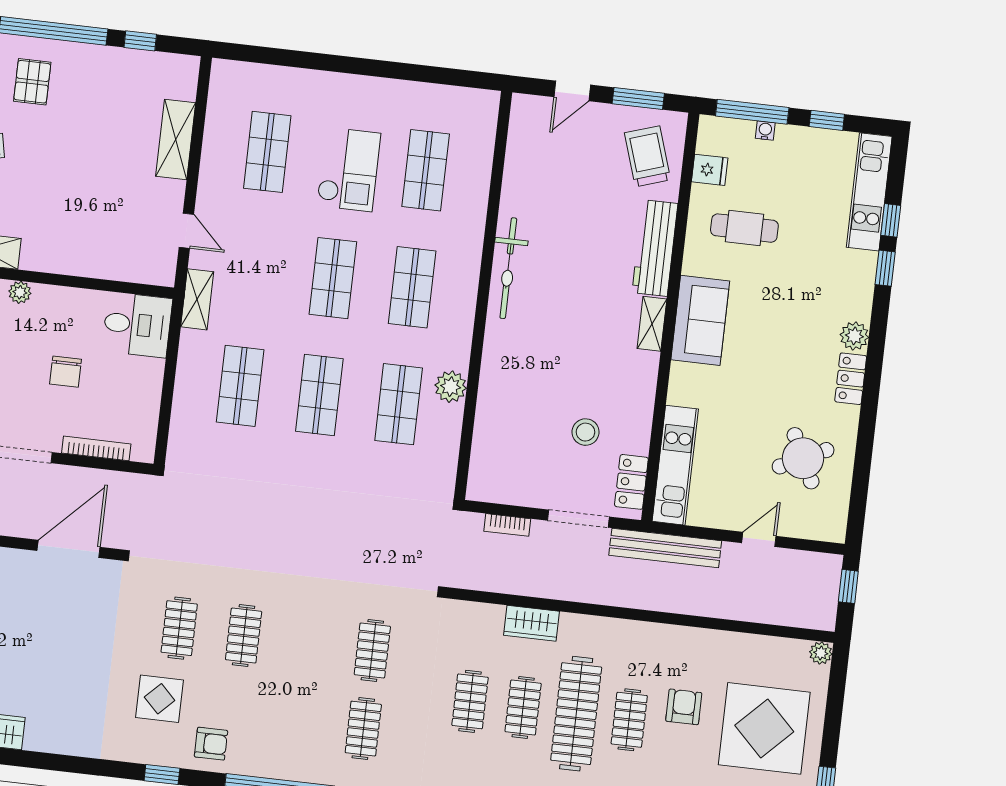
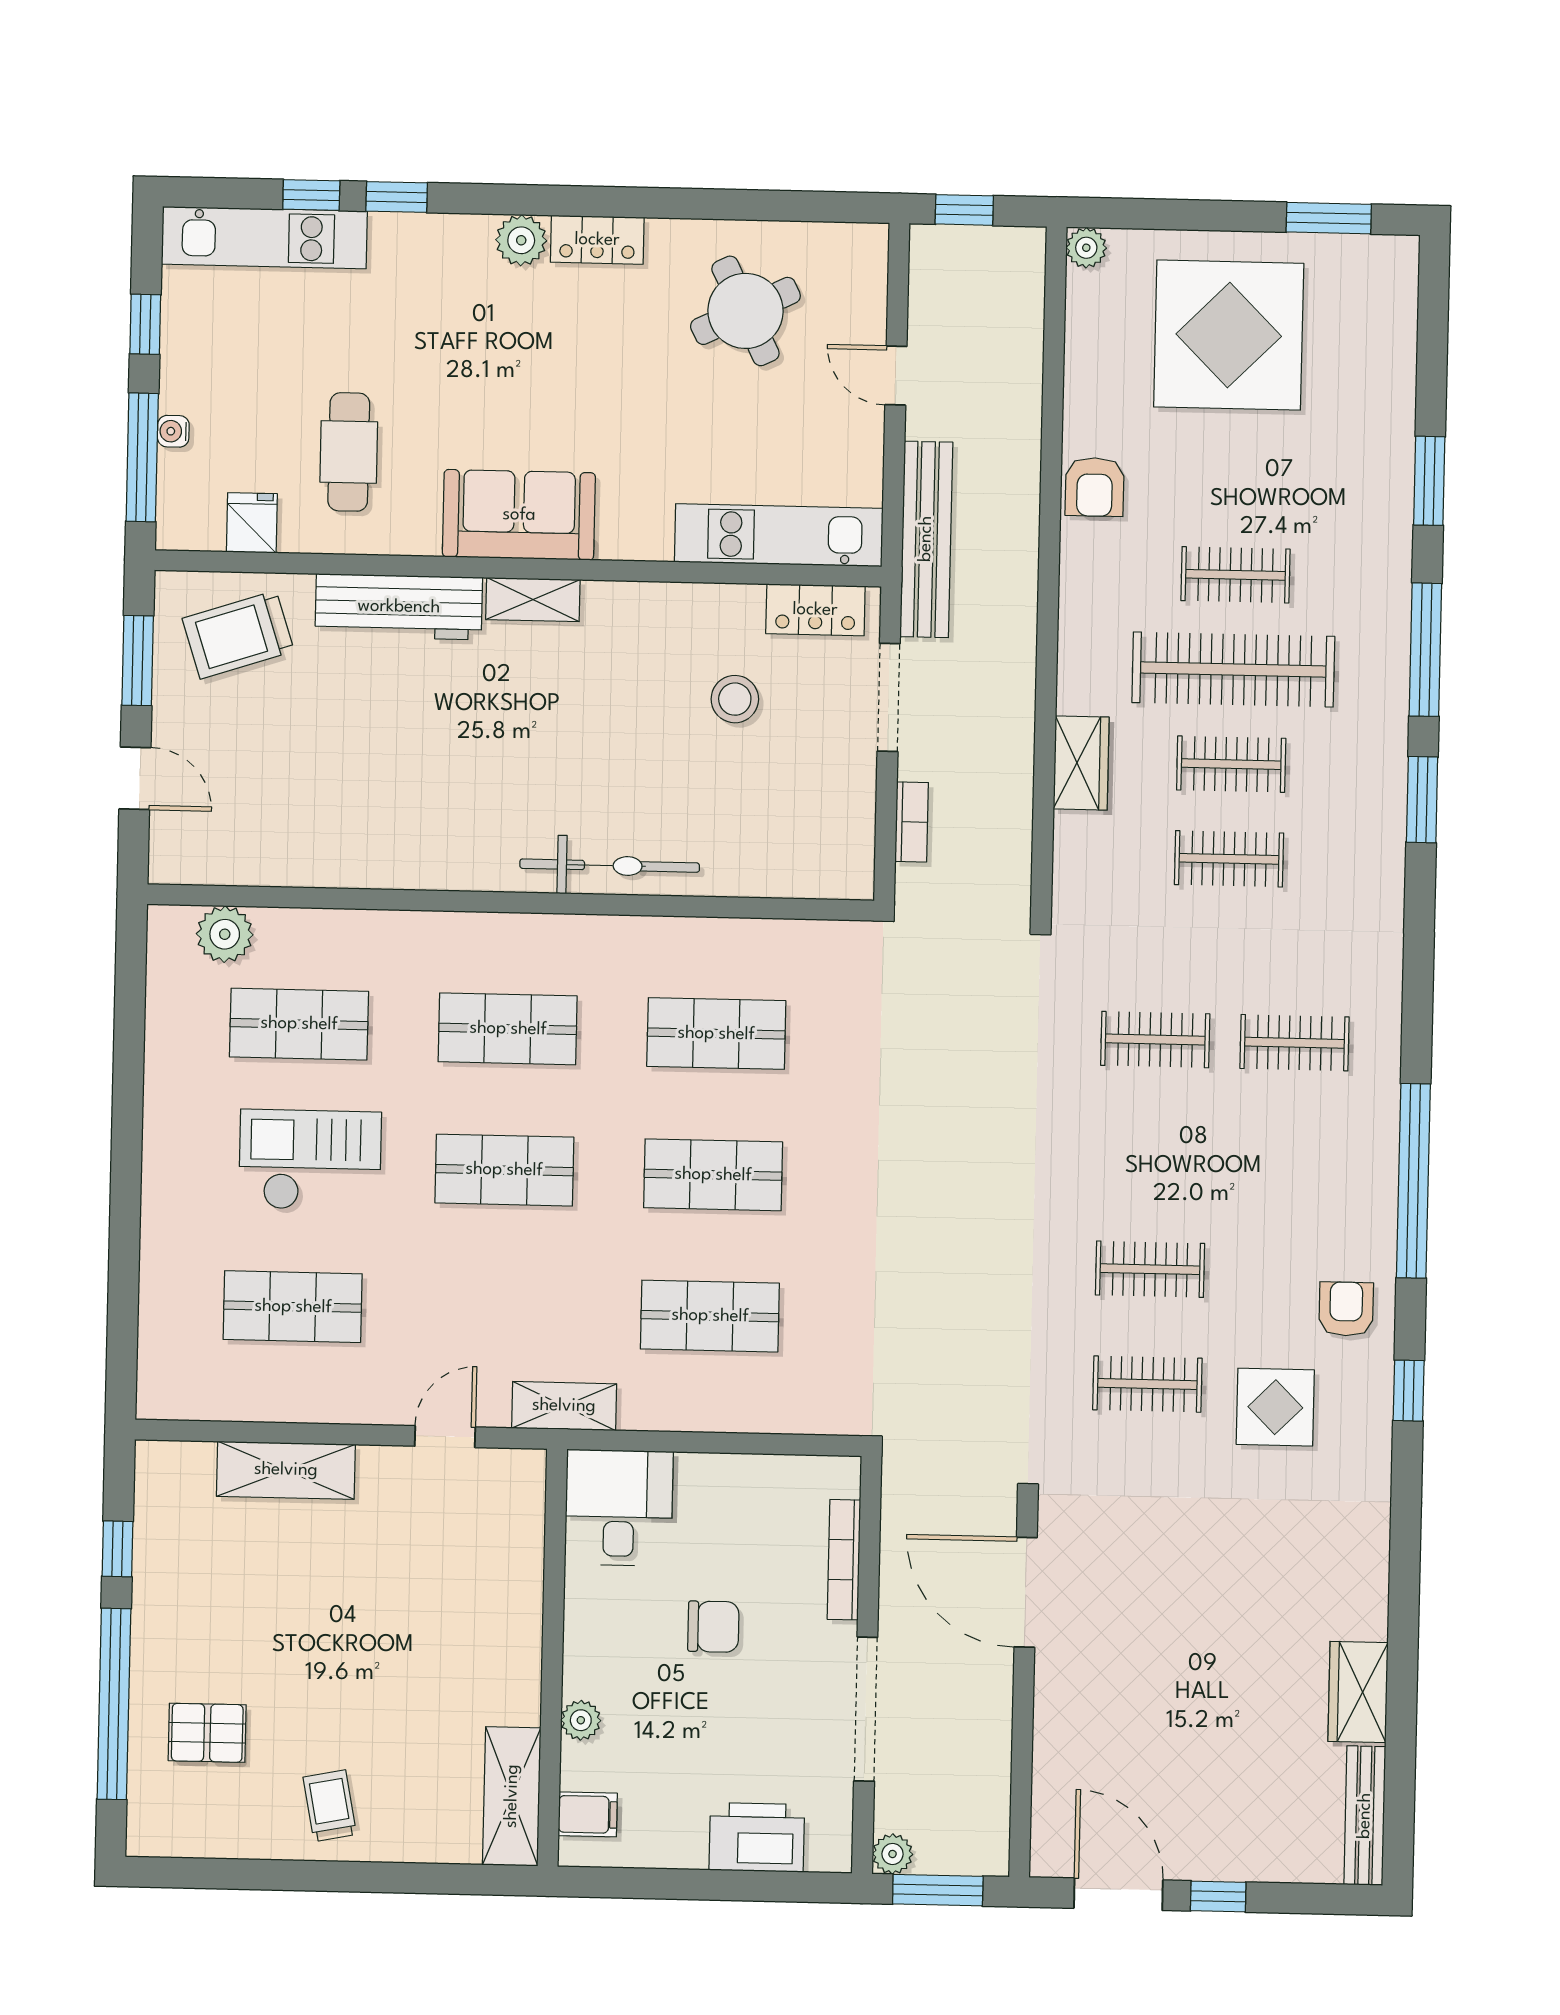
bicycle: (508, 268) -> (610, 866), moved
plant: (451, 387) -> (225, 934), moved
armchair: (684, 707) -> (1095, 487), moved, turned -90

